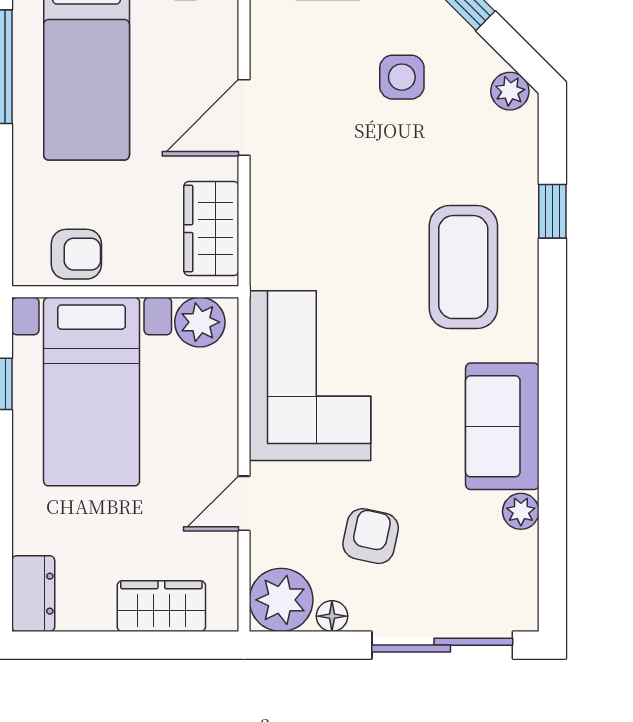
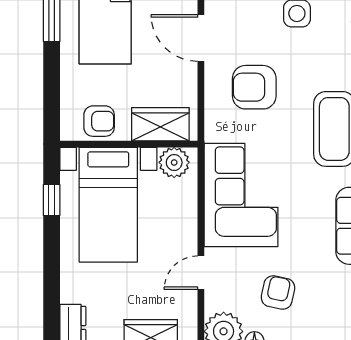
door: (244, 117) -> (201, 38), hinge flipped
armchair: (332, 198) -> (254, 87), added
wardrobe: (211, 229) -> (160, 124), moved, turned 90

